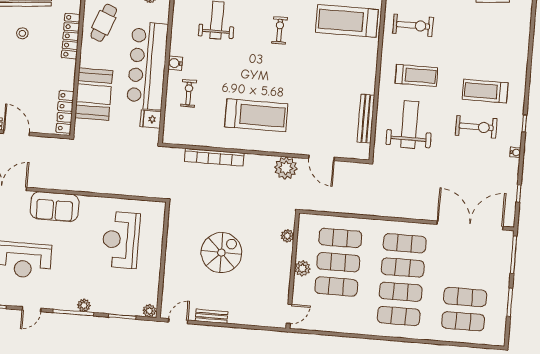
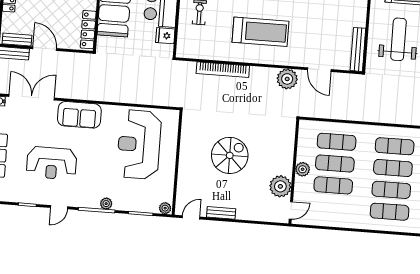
bench: (366, 119) -> (358, 49), moved
plant: (287, 236) -> (280, 186), moved, width x1.87, depth x1.87
reception desk: (121, 240) -> (139, 145), width x1.36, depth x1.30

